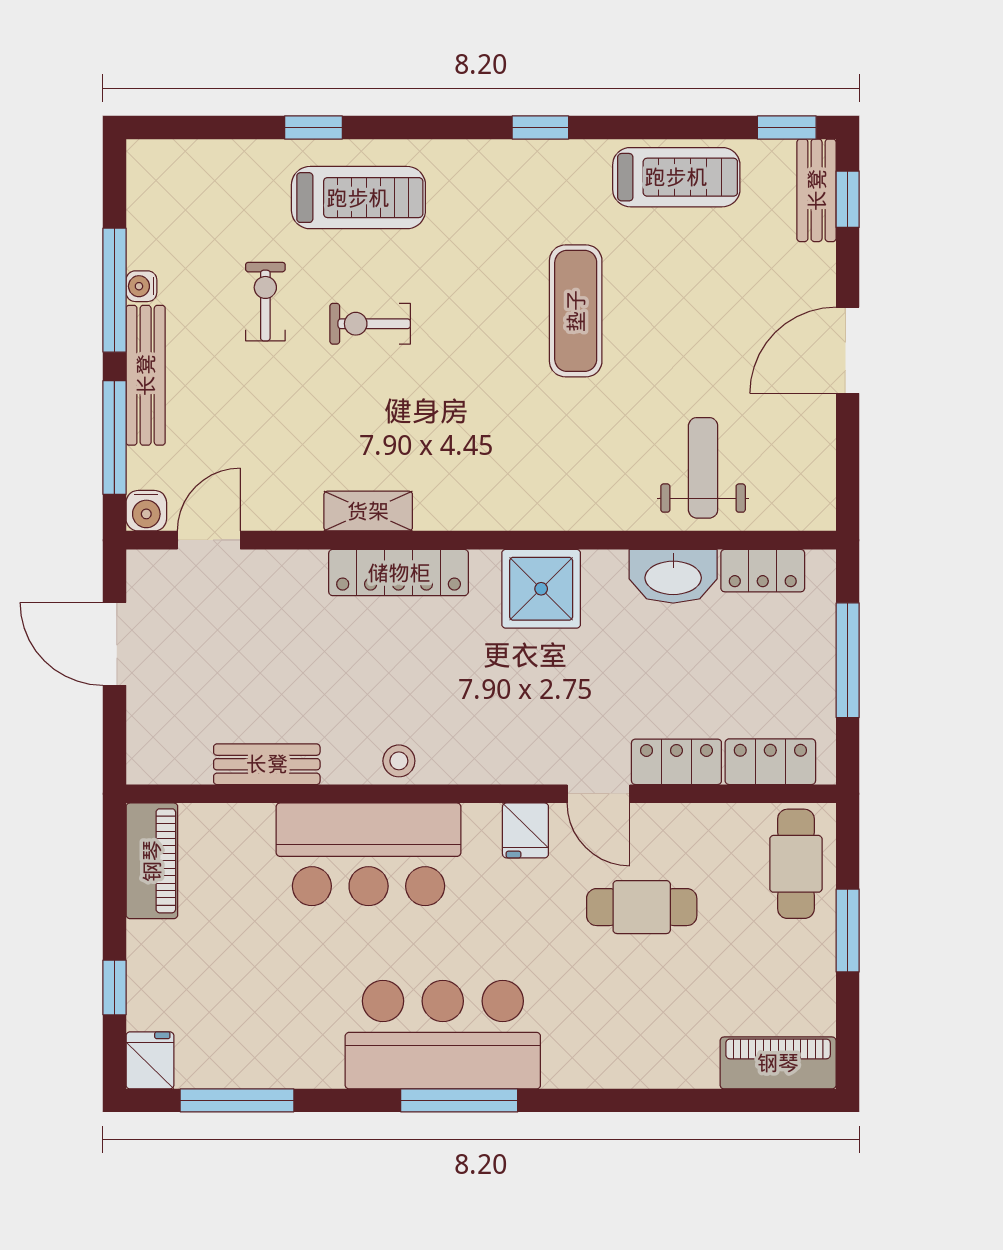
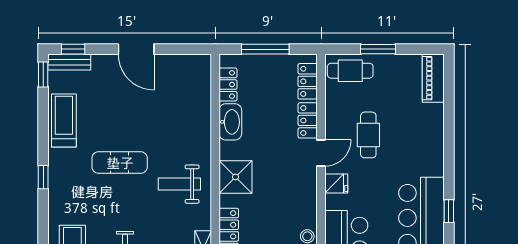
weight bench: (703, 468) -> (179, 184), moved
window: (459, 1100) -> (449, 211), width x0.46

